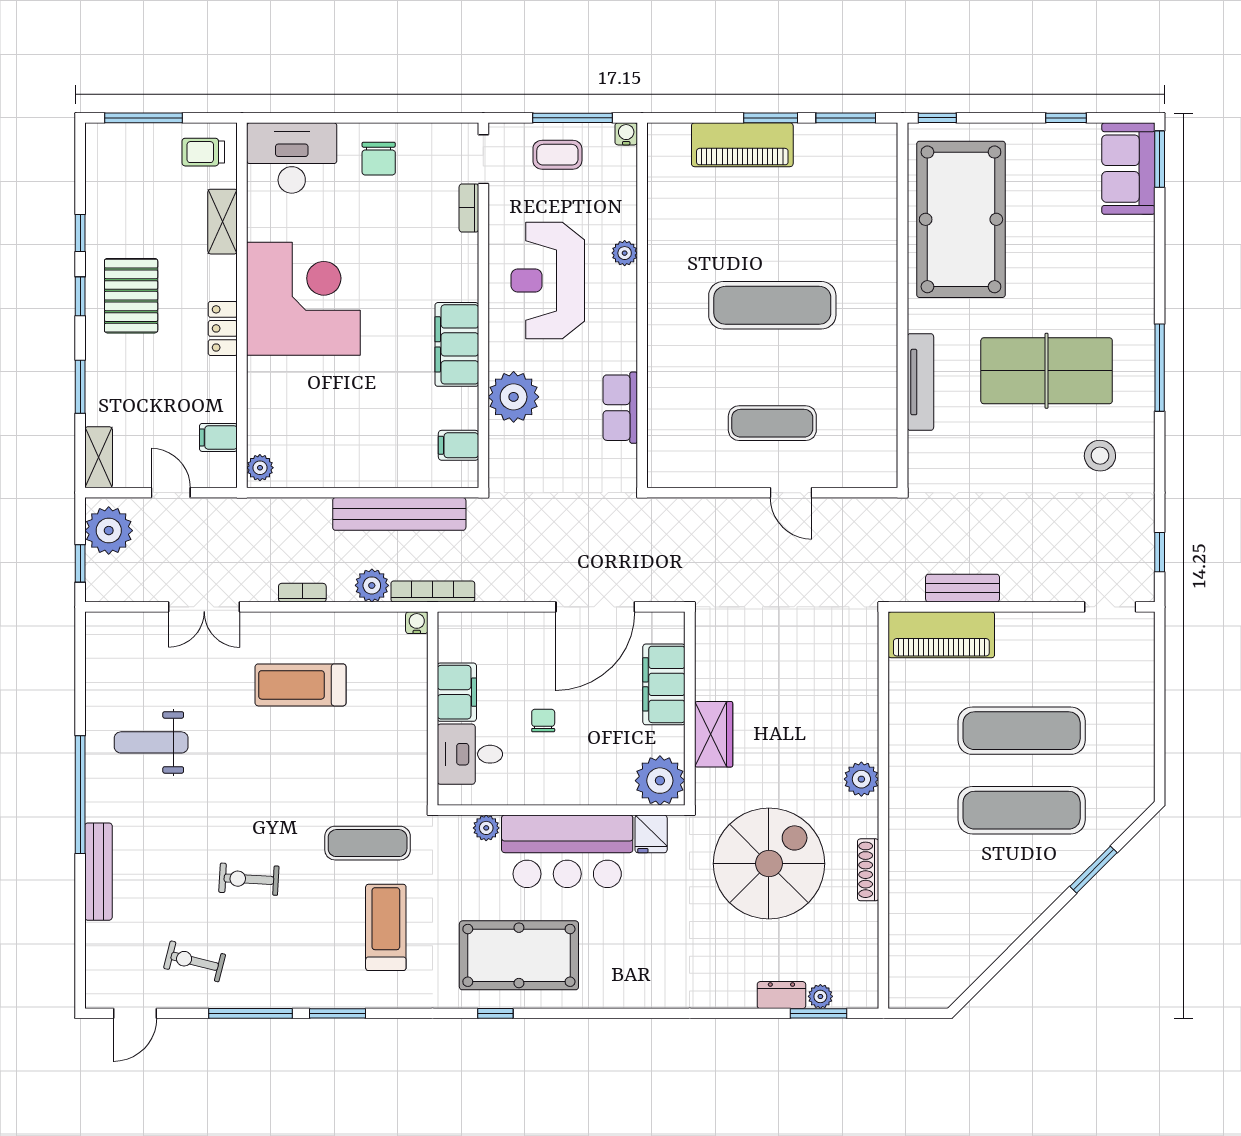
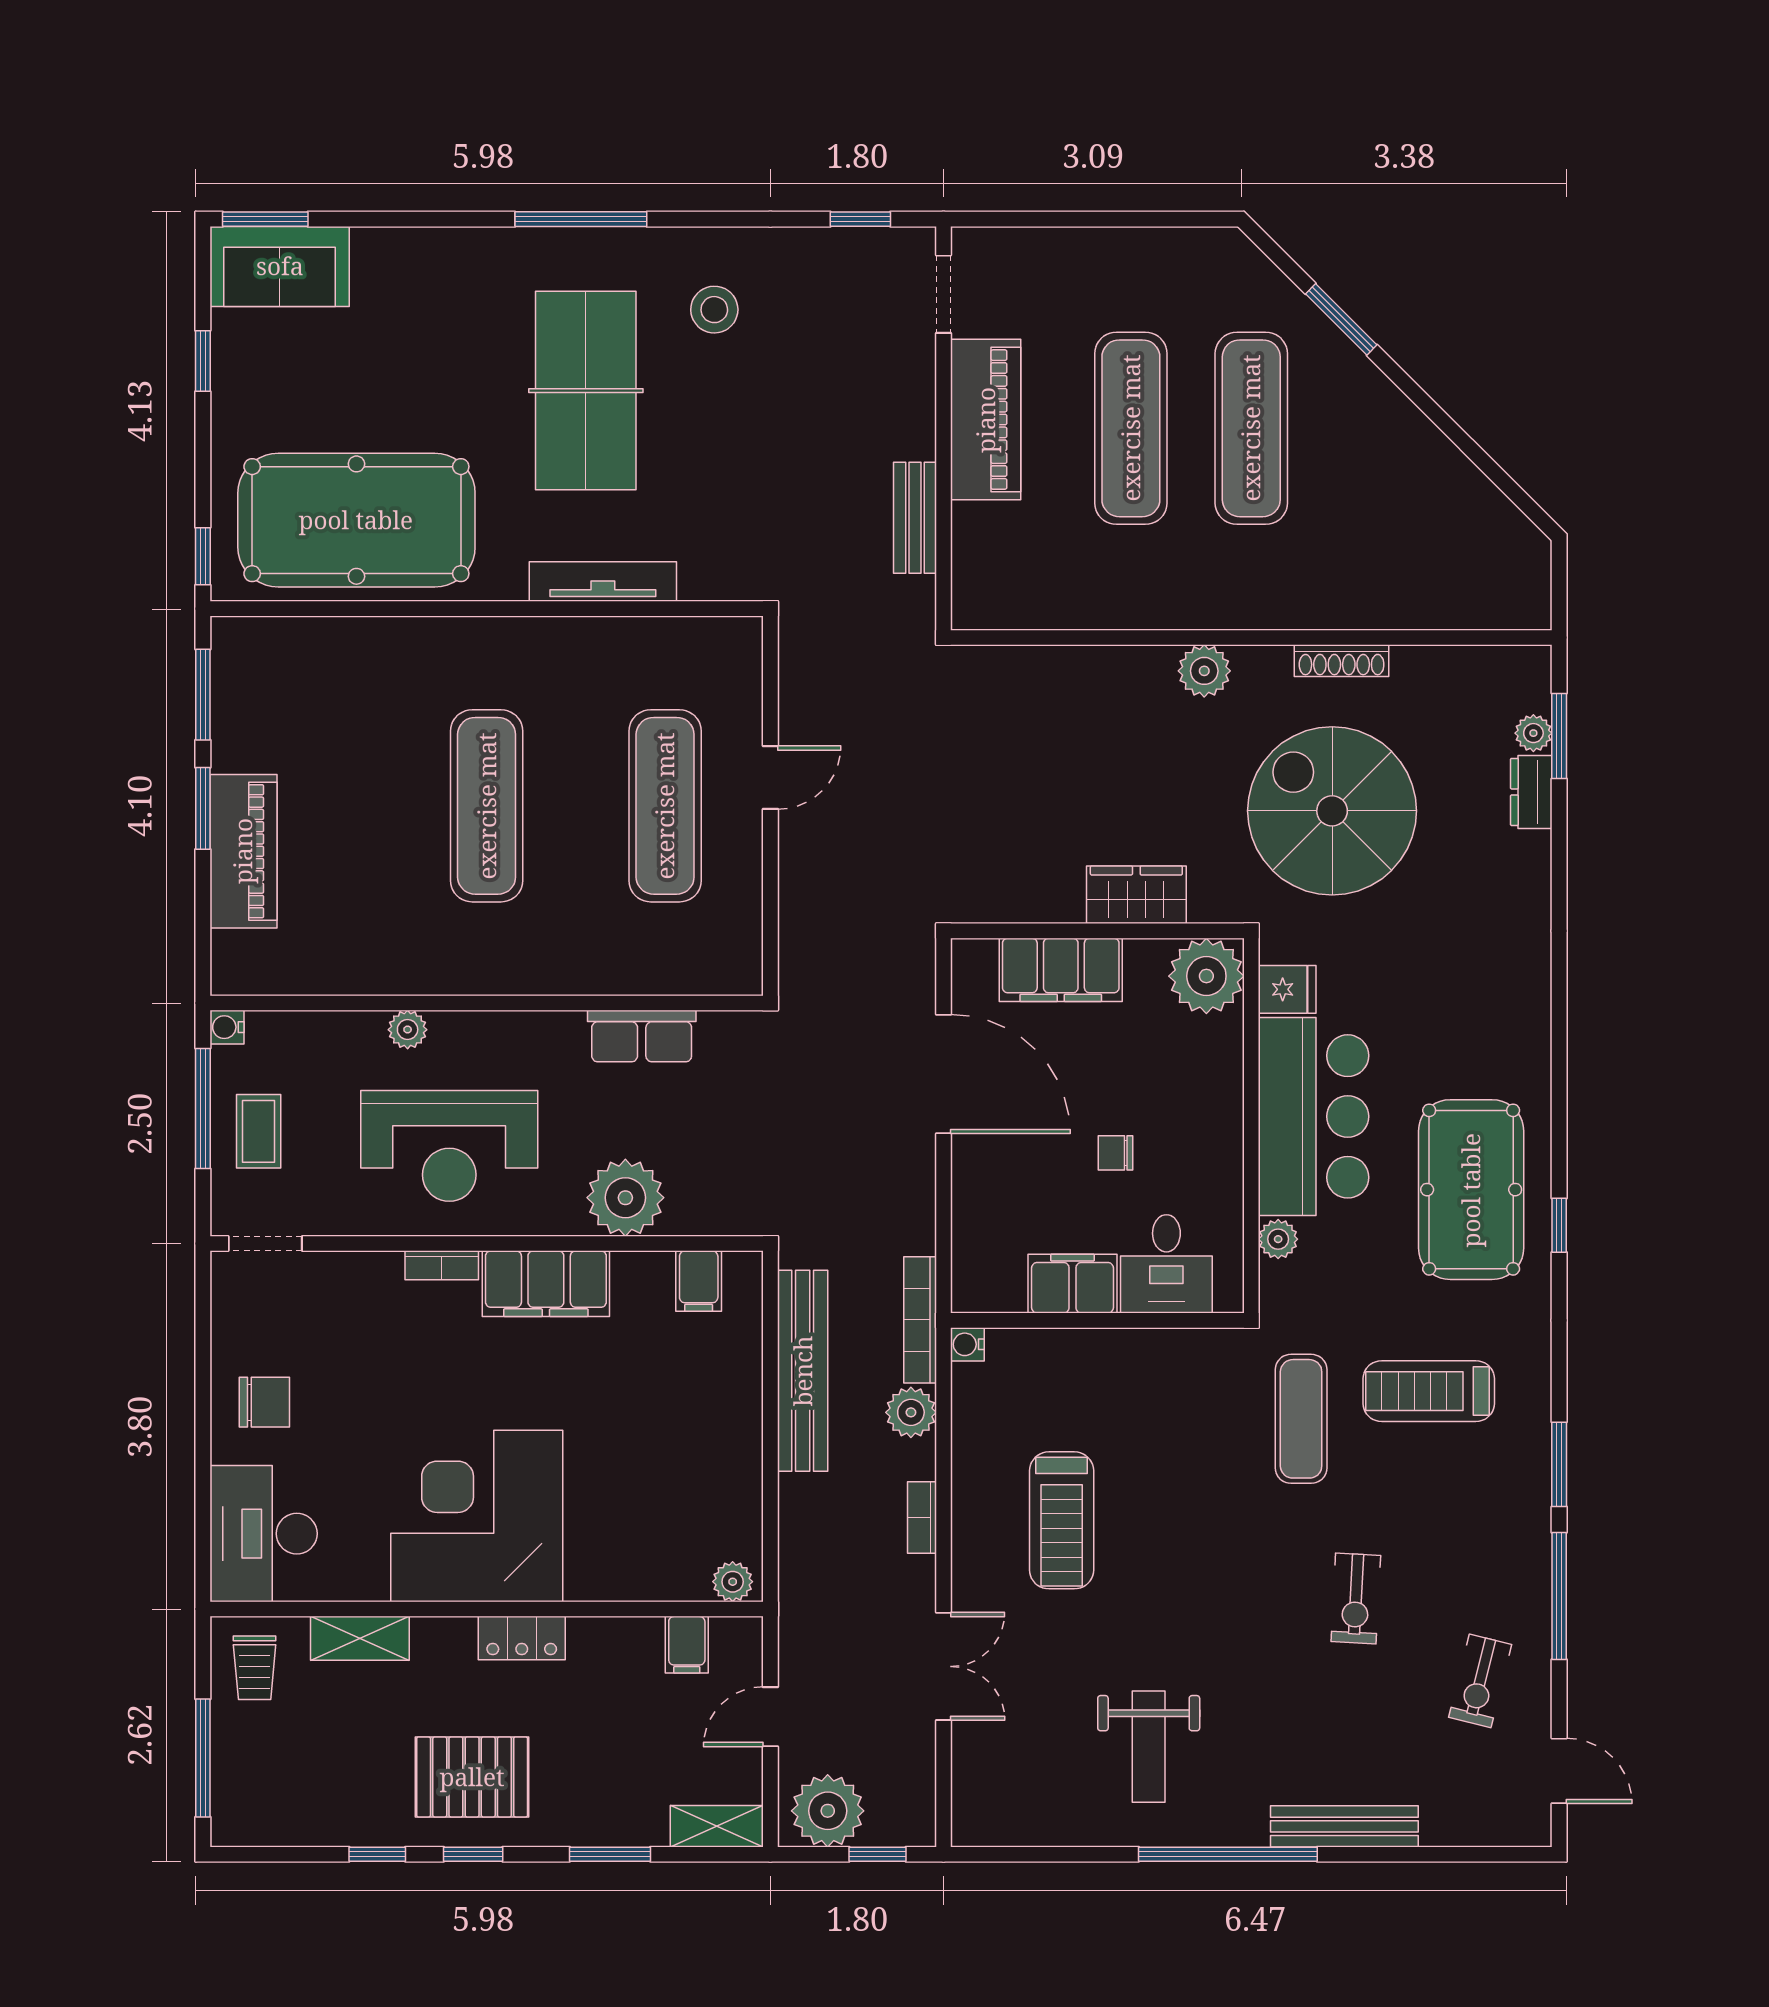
bookcase: (469, 208) -> (442, 1265), moved
exercise mat: (772, 423) -> (665, 806), width x1.36, depth x1.45
piano: (941, 635) -> (986, 420), moved

